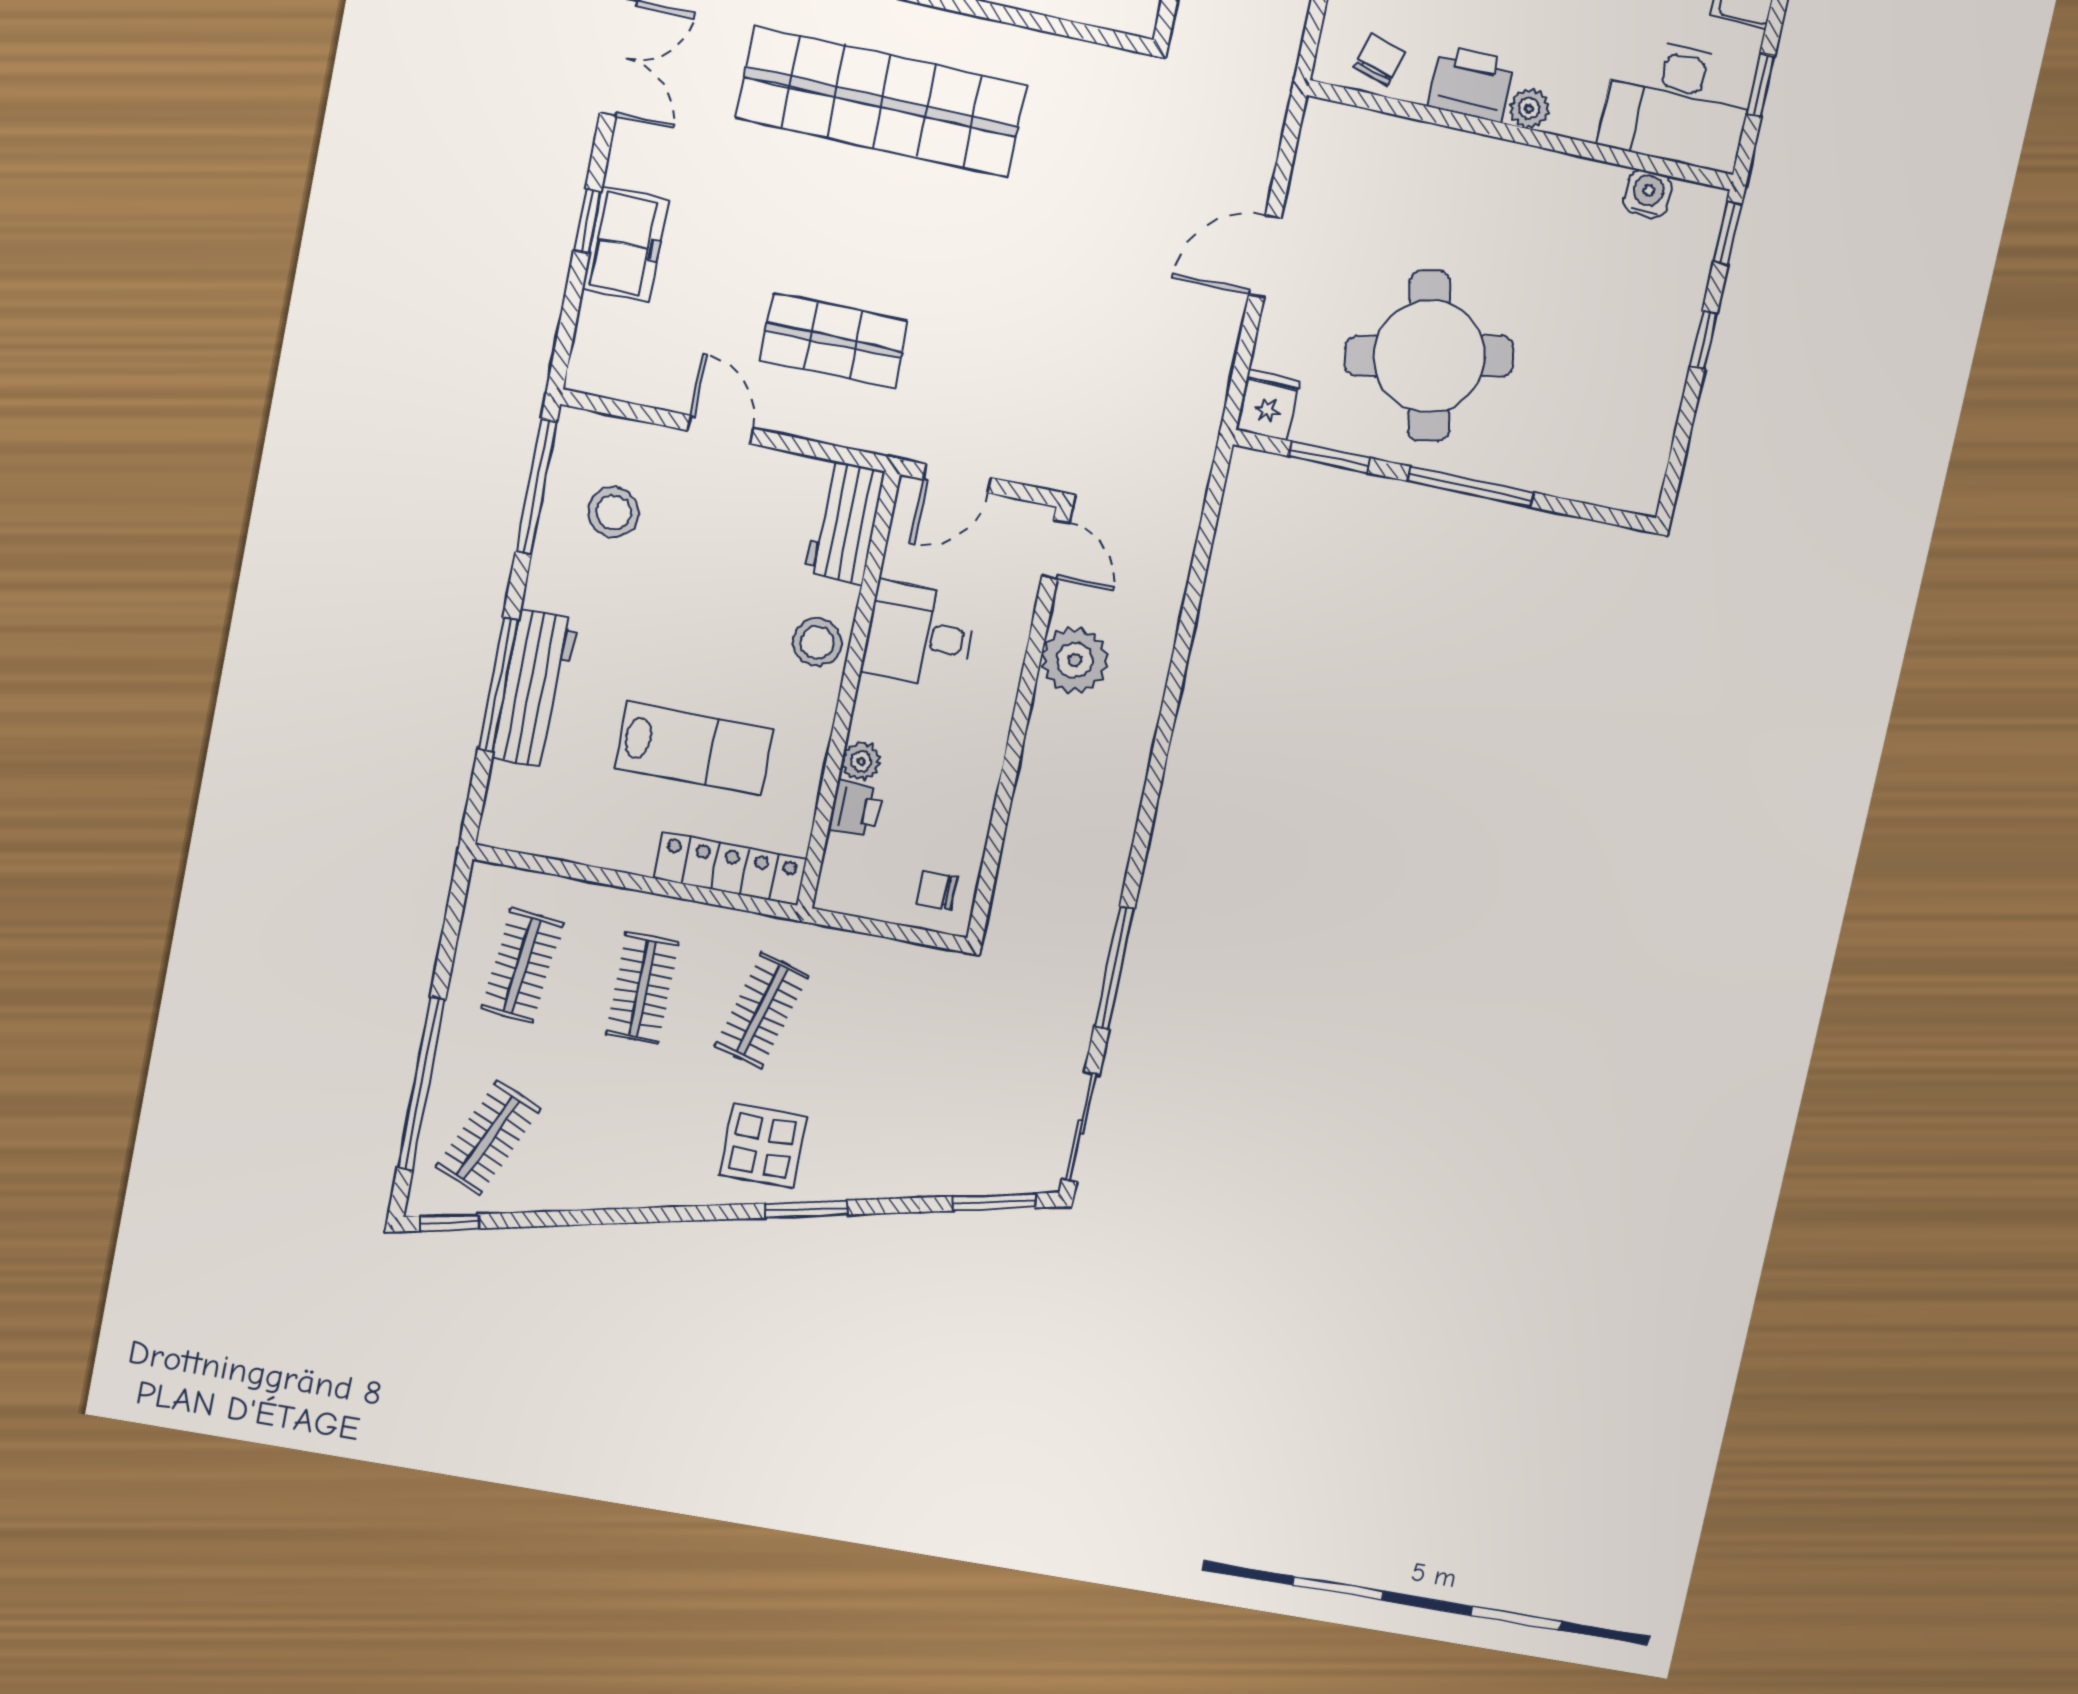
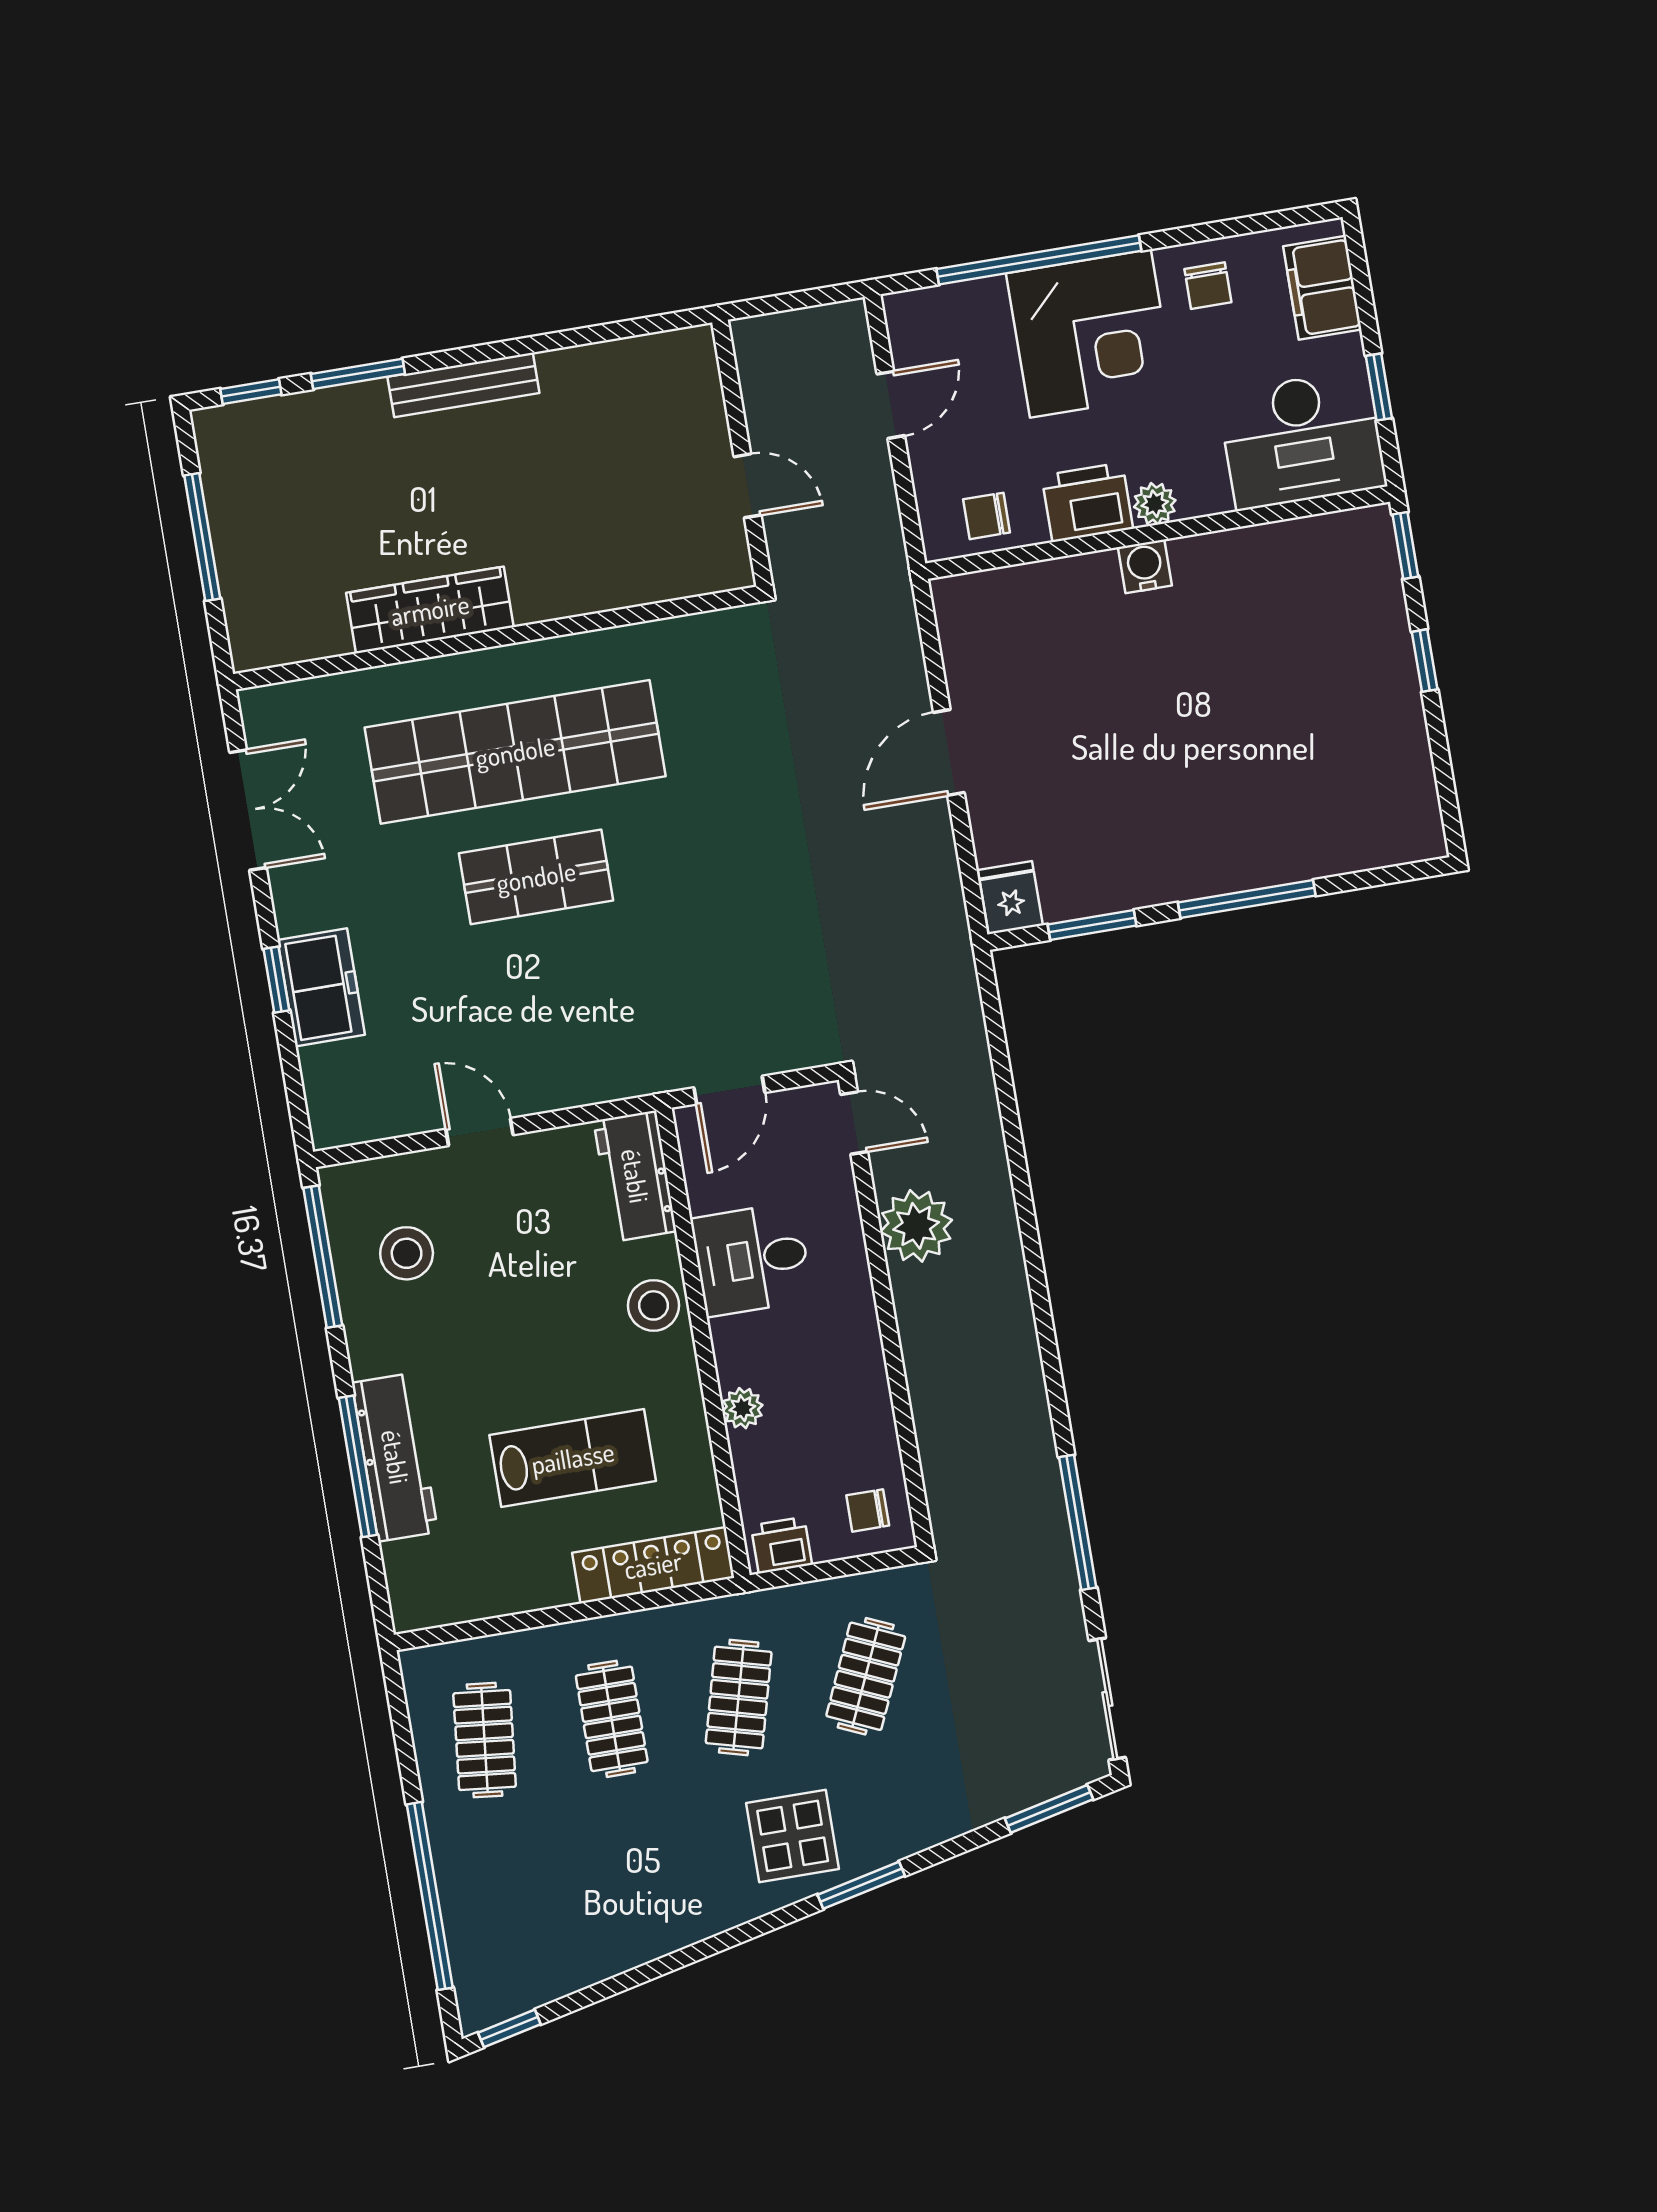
chair: (1380, 60) -> (987, 516), turned -106
water cooler: (1648, 194) -> (1145, 566), moved
shop shelf: (834, 341) -> (536, 877), moved
round table: (1429, 356) -> (1153, 786), removed
printer: (855, 809) -> (781, 1545), moved, turned -90
clothes rail: (488, 1138) -> (866, 1676), moved

